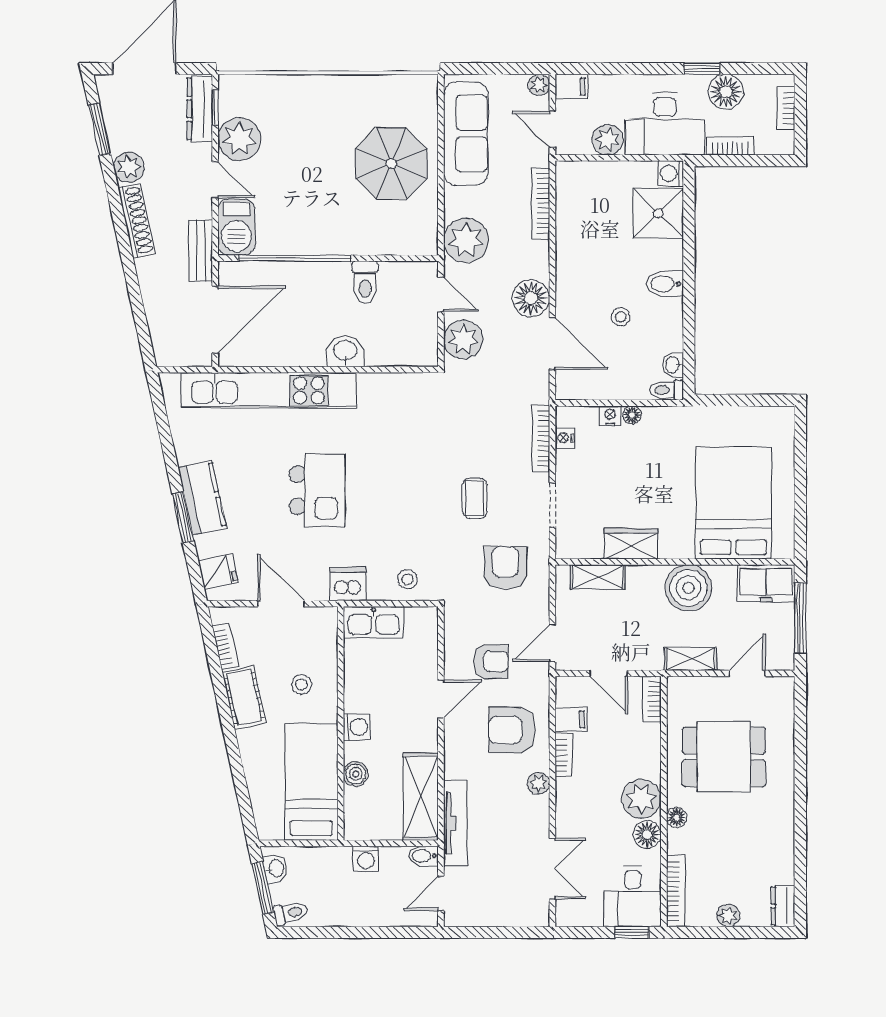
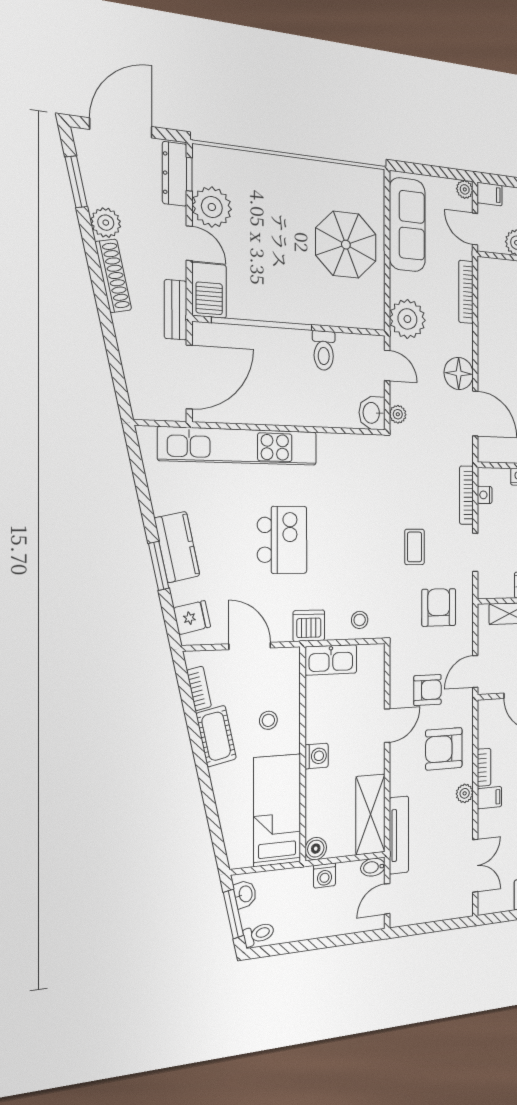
plant: (463, 340) -> (398, 414), width x0.53, depth x0.53
washbasin: (345, 351) -> (372, 413), moved, turned -90
filing cabinet: (571, 719) -> (489, 798), moved
boiler: (356, 774) -> (316, 849), moved

